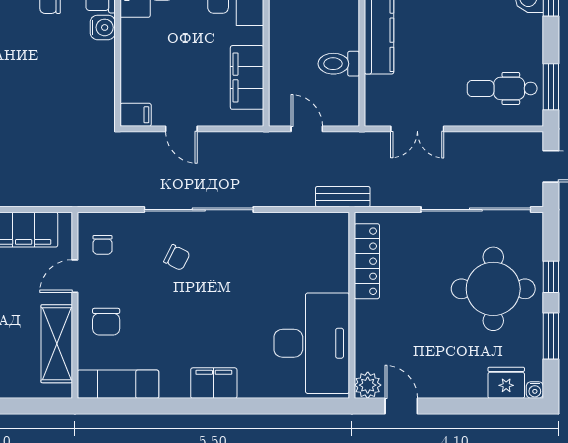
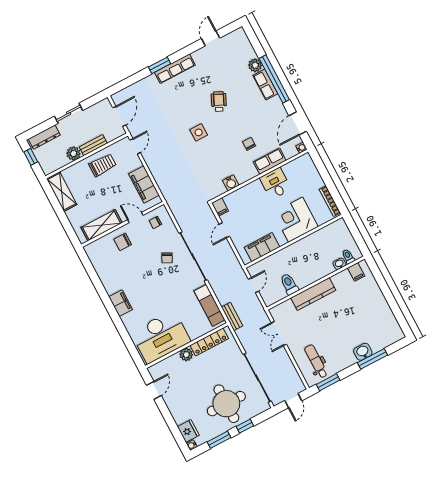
water cooler: (103, 27) -> (231, 183), moved
exam couch: (118, 384) -> (210, 305), moved, turned 180
plant: (368, 385) -> (186, 355), moved

